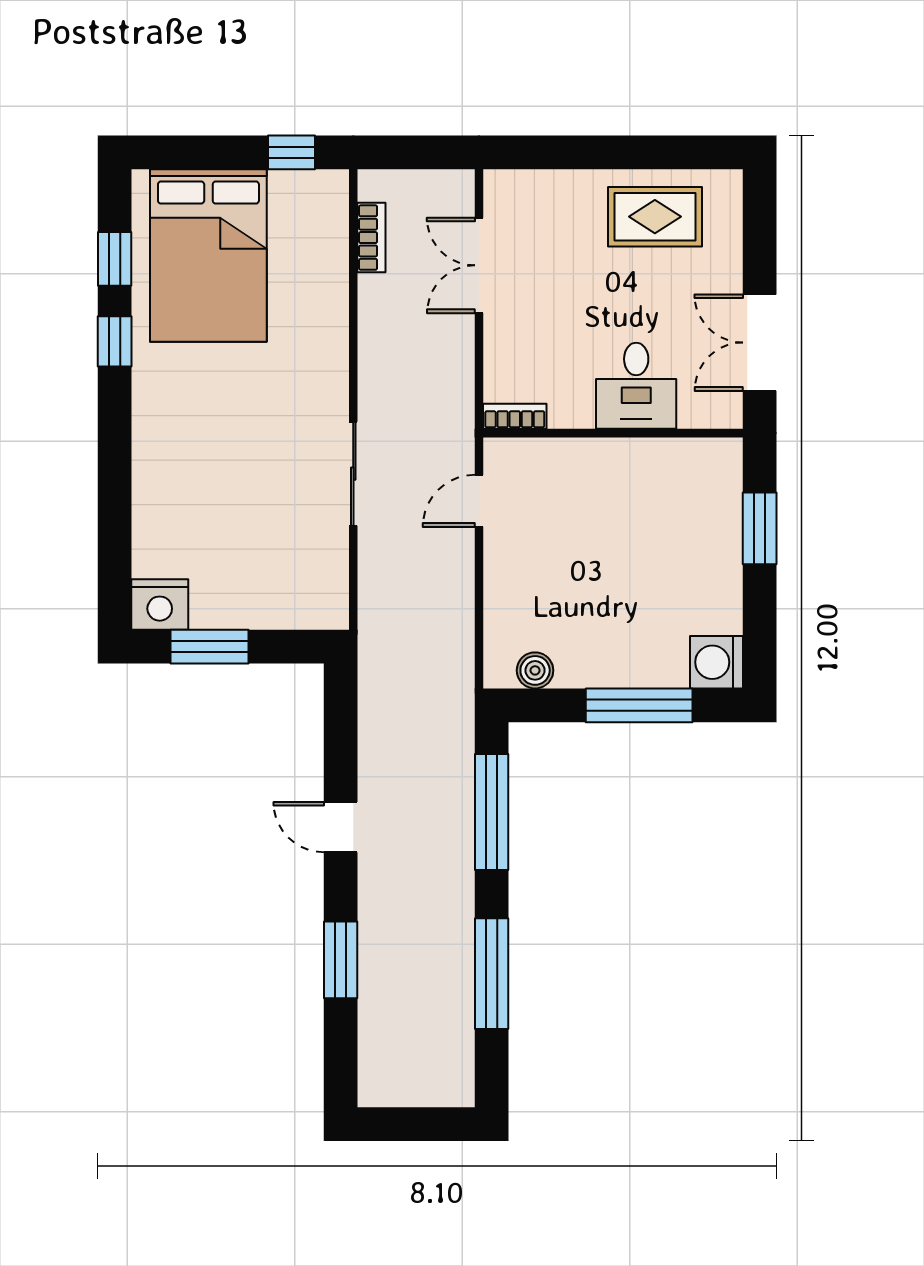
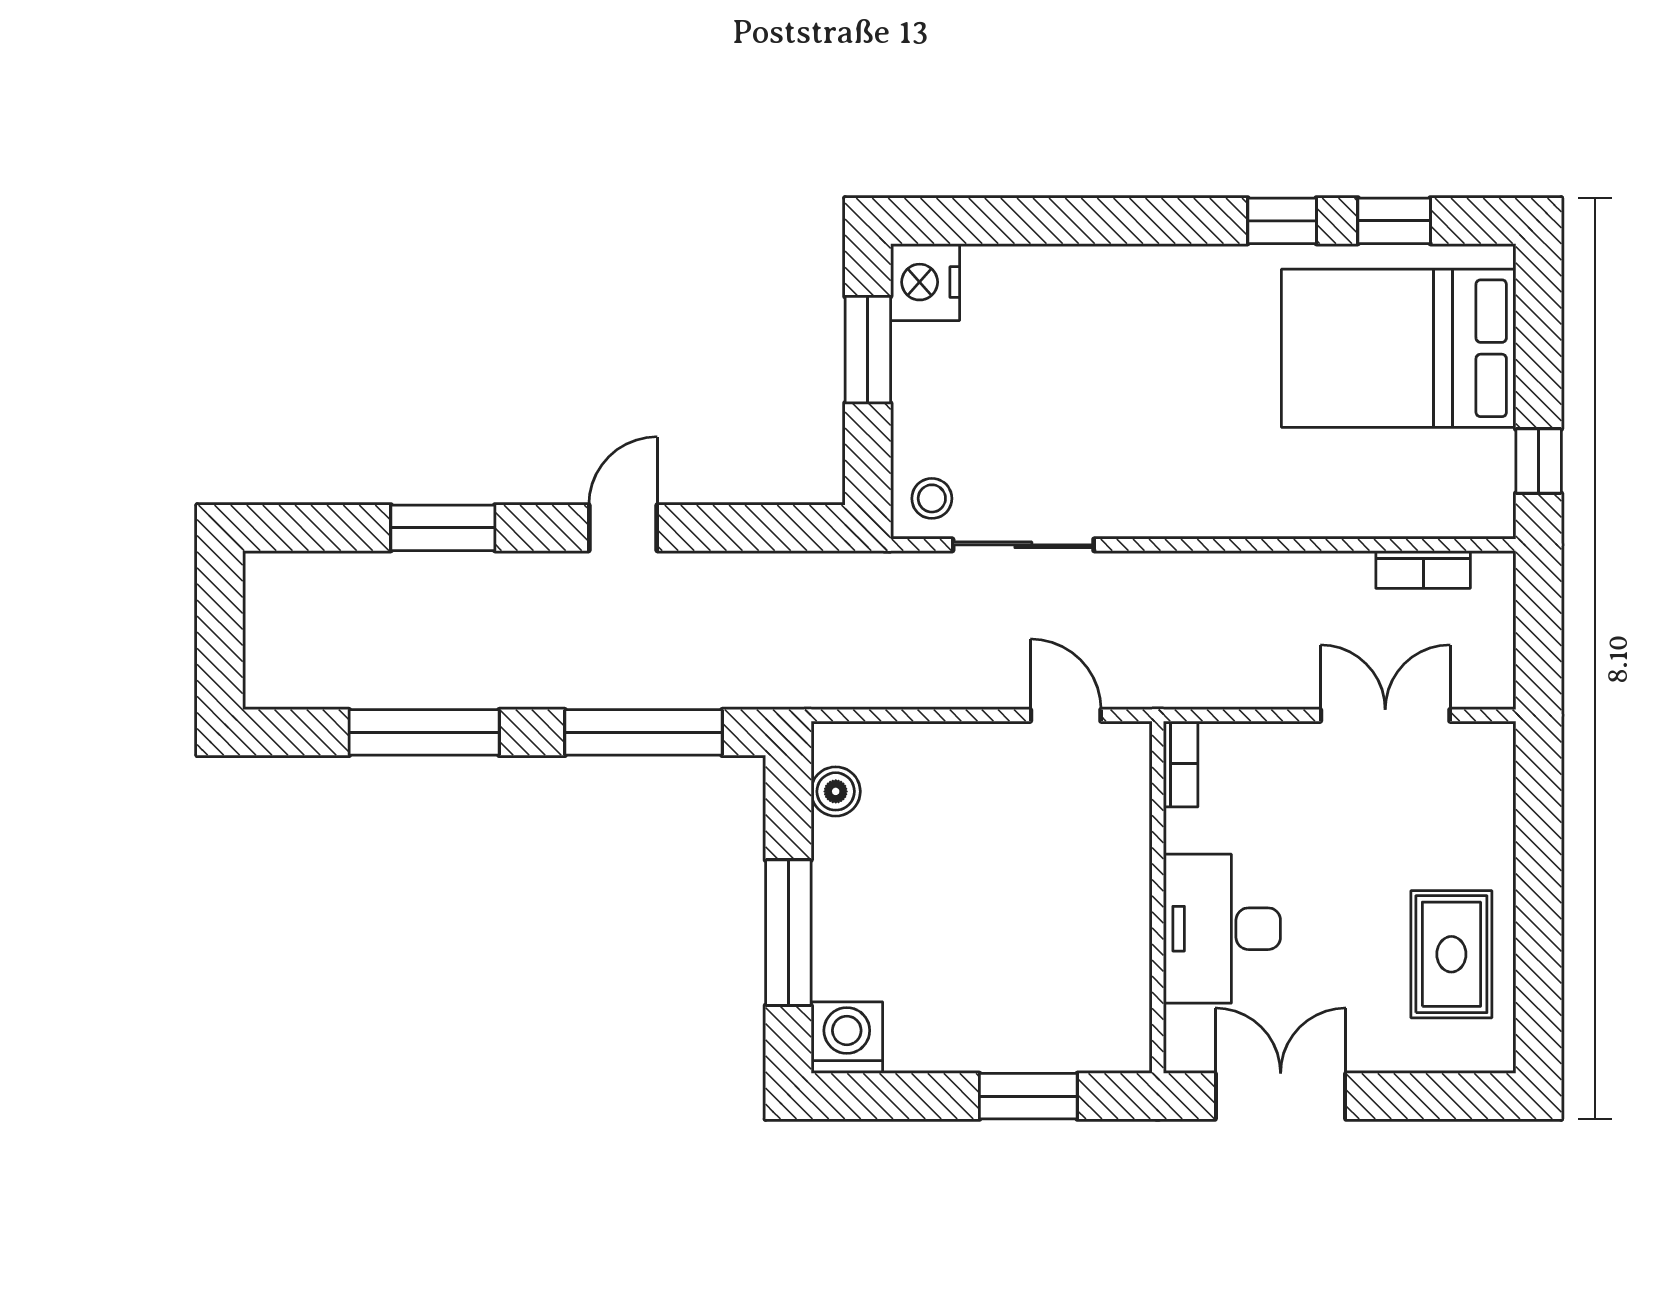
desk: (636, 386) -> (1222, 929), width x1.37
sliding door: (353, 474) -> (1023, 545), moved
stool: (319, 600) -> (932, 498), added

